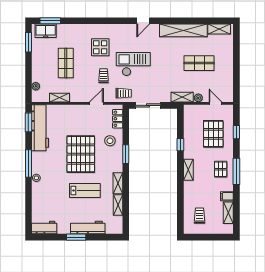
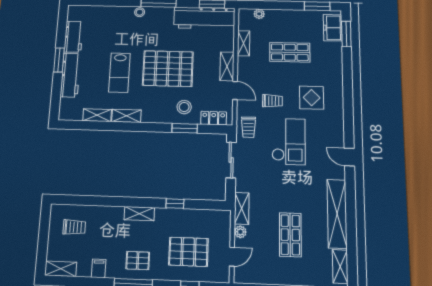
shelving: (78, 110) -> (227, 66), added
window: (126, 154) -> (185, 128), moved
shelving: (228, 213) -> (61, 269), moved
workbench: (44, 228) -> (74, 37), moved

